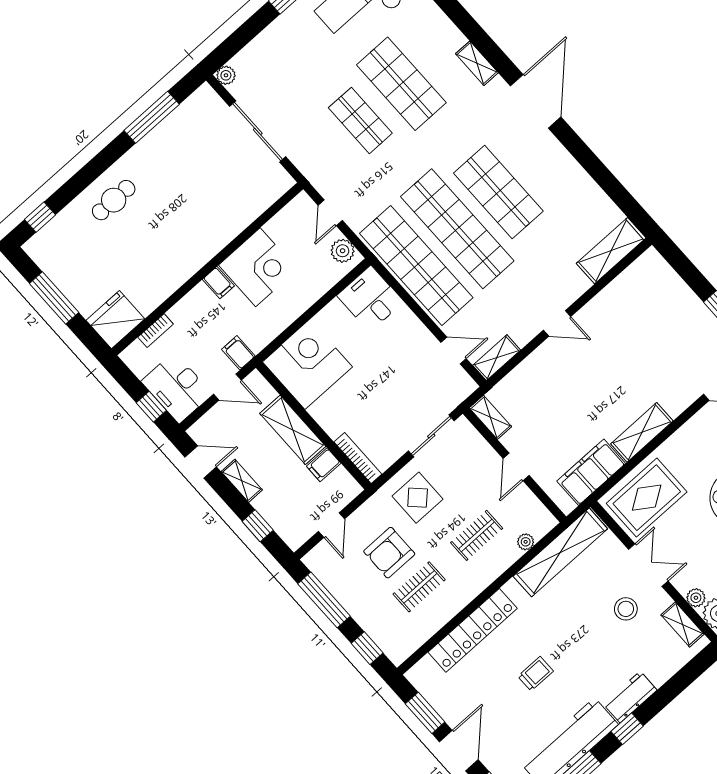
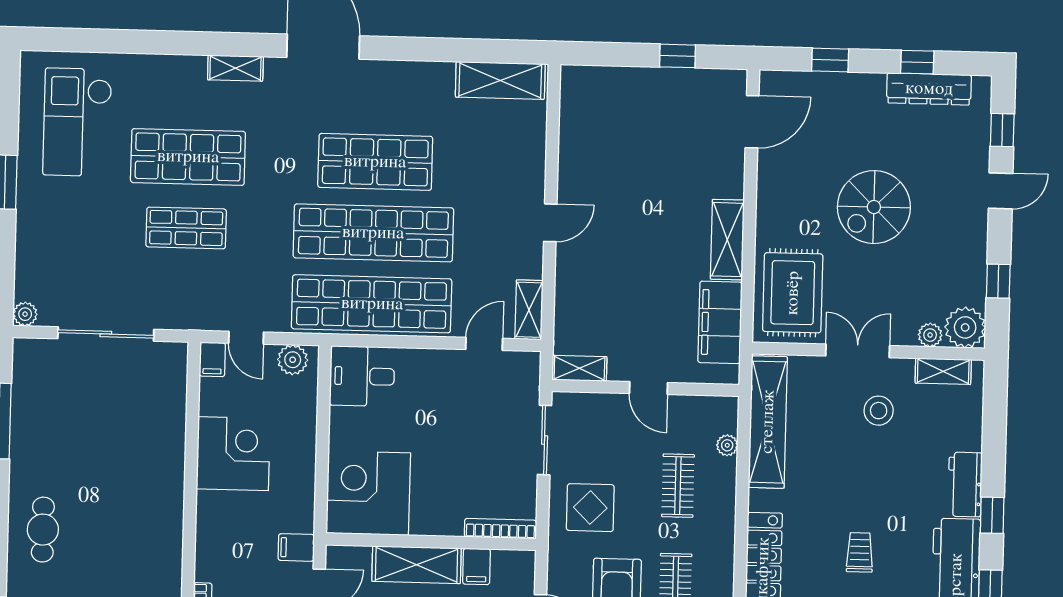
shelving: (611, 251) -> (500, 80), moved, turned 90
filing cabinet: (218, 283) -> (212, 359), moved, turned 90

